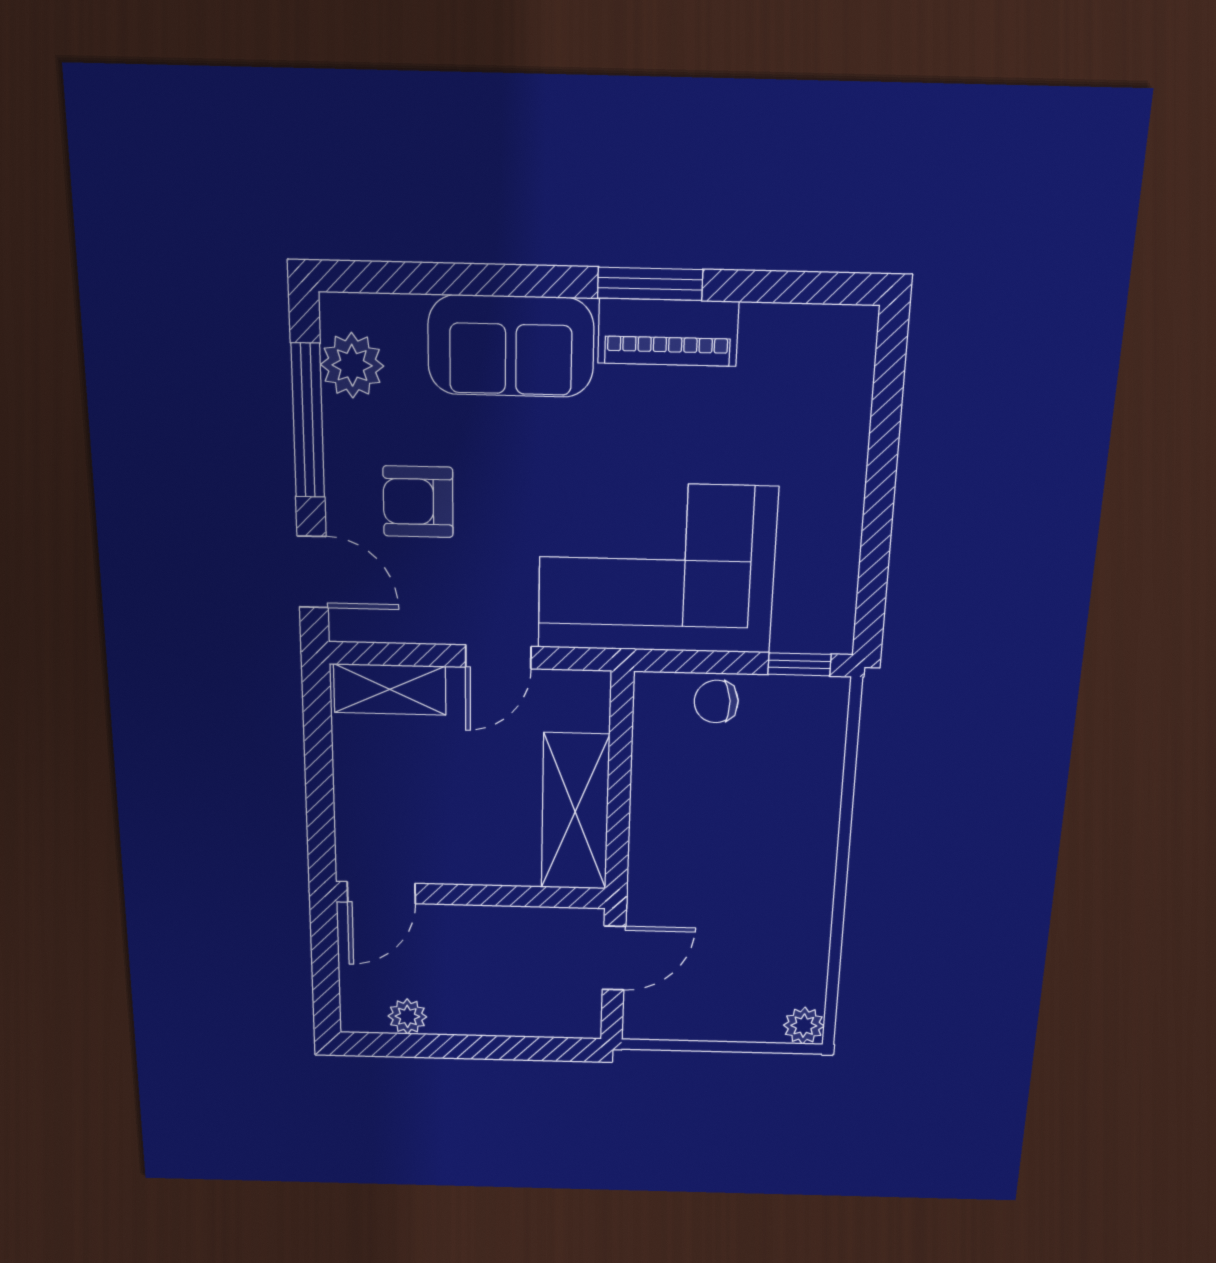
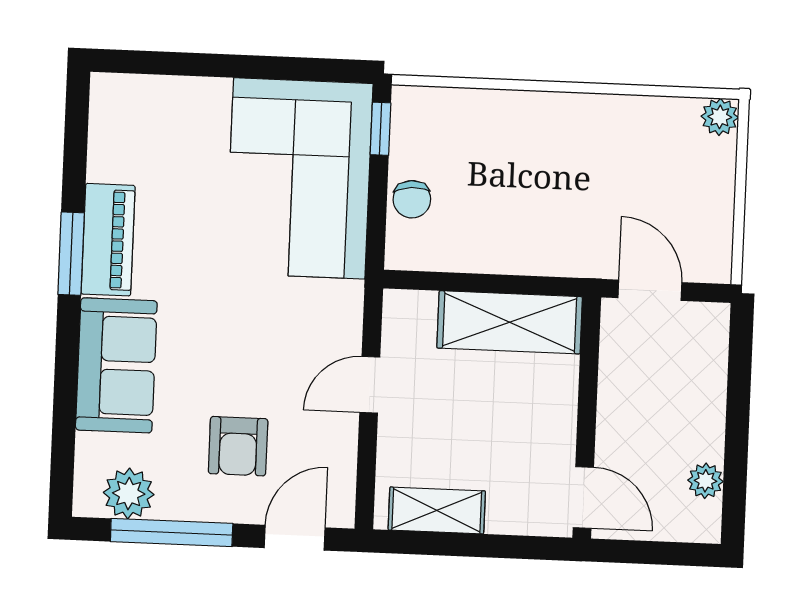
corner sofa: (657, 568) -> (299, 178), moved
door: (498, 657) -> (370, 385), swing flipped
shelving: (390, 689) -> (437, 510), moved, turned 90

